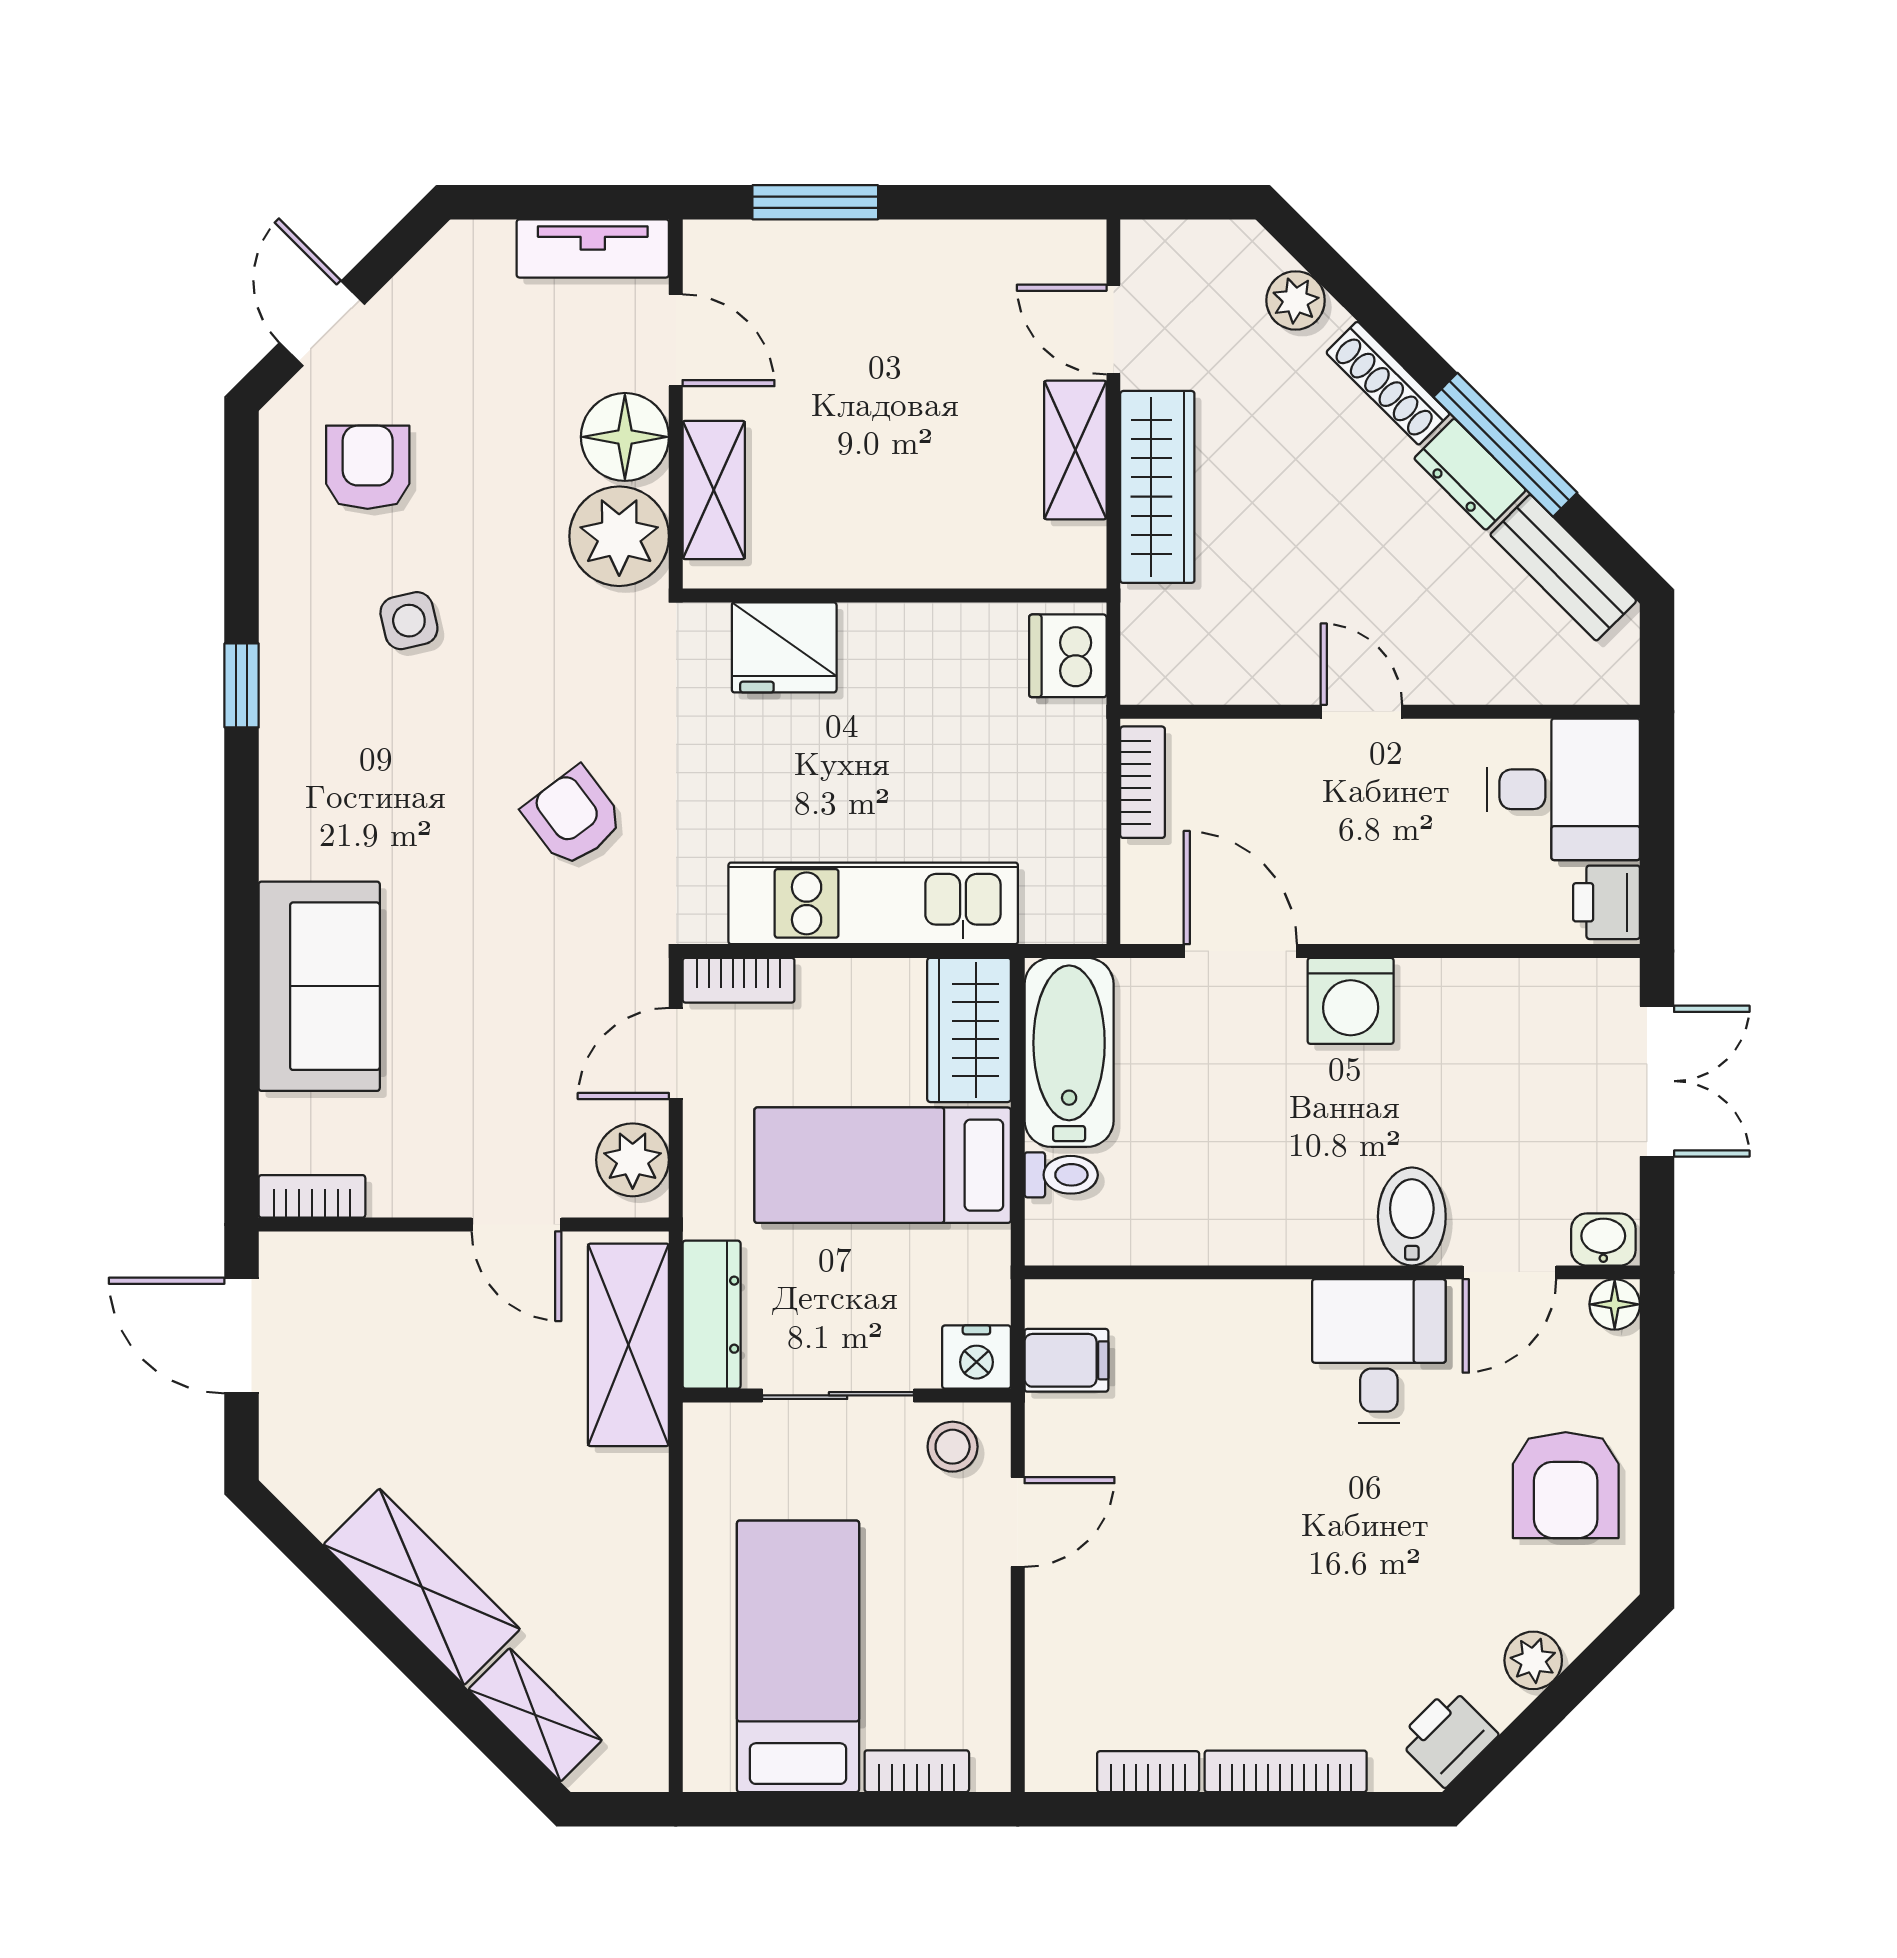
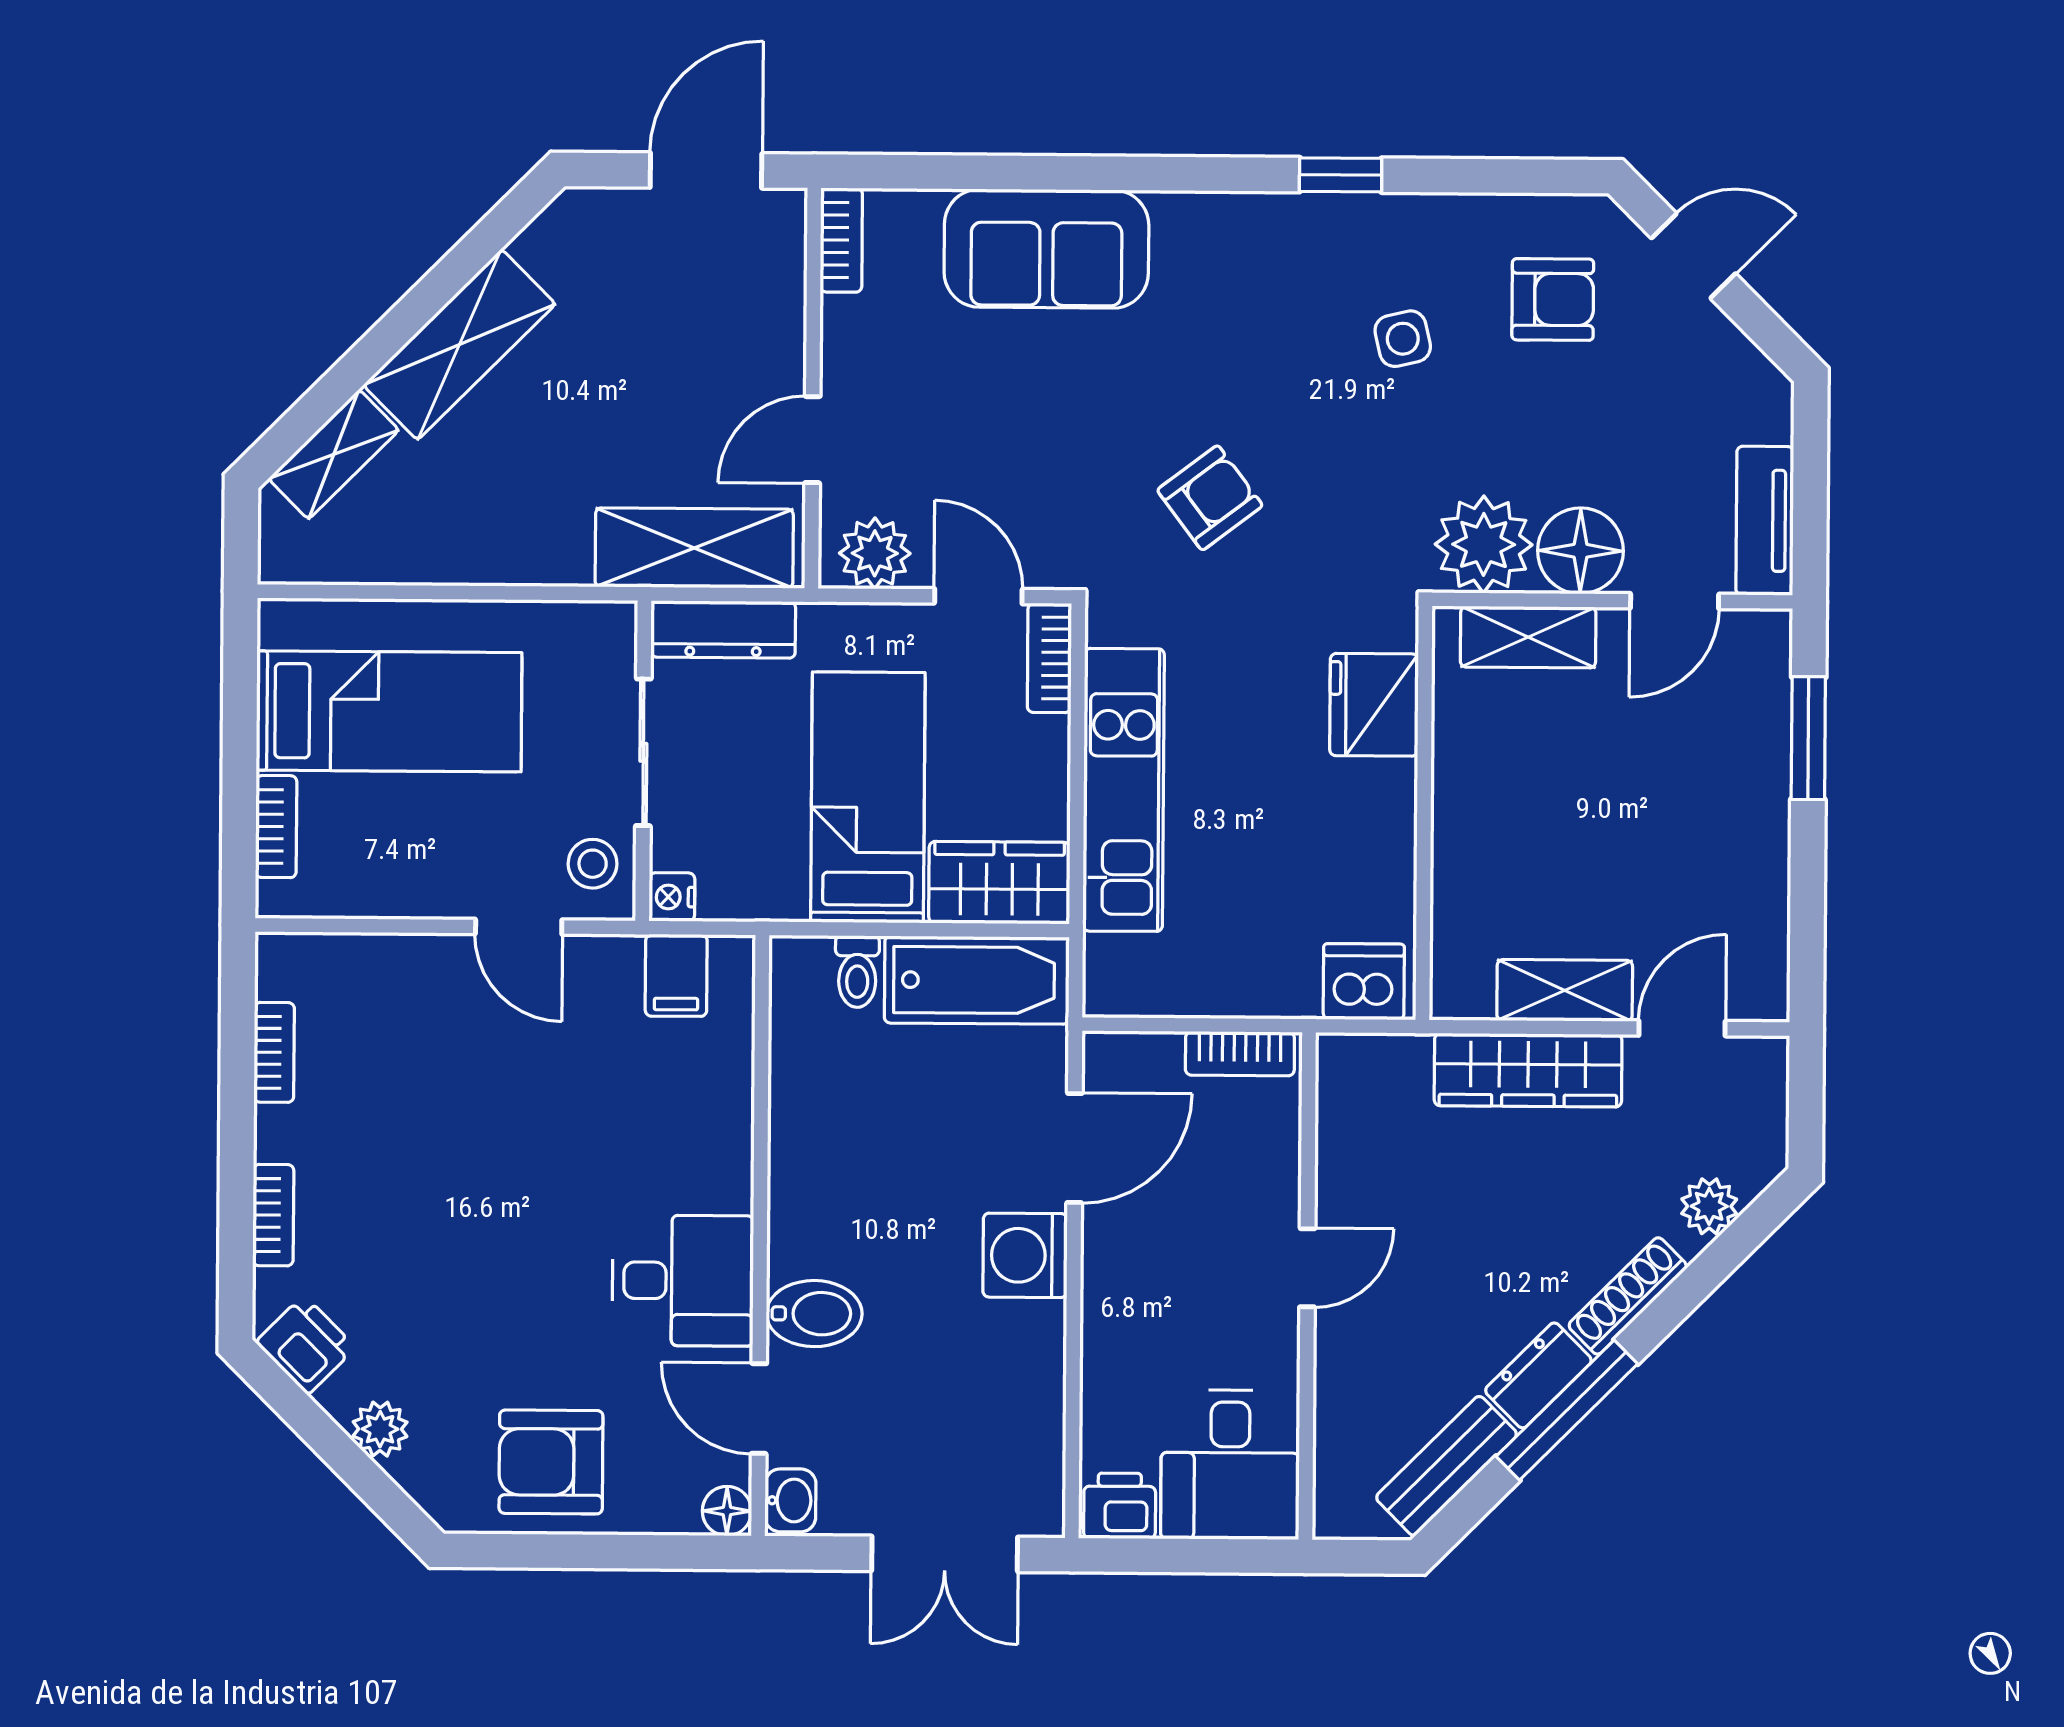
nightstand: (976, 1357) -> (672, 897), width x0.72, depth x0.74
bookcase: (1286, 1771) -> (273, 1215), width x0.64

